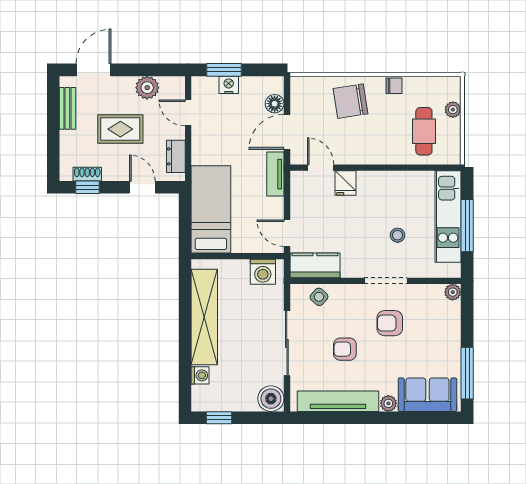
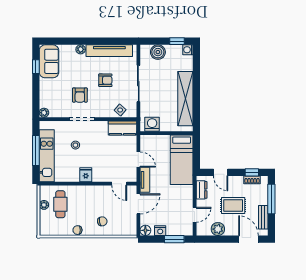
door: (94, 70) -> (248, 239), swing flipped
nightstand: (229, 85) -> (160, 231), moved
chair: (350, 101) -> (102, 221), width x0.54, depth x0.54
floor lamp: (275, 104) -> (145, 230), moved
plant: (453, 110) -> (44, 205), moved
door: (188, 113) -> (195, 215), hinge flipped
window: (53, 141) -> (271, 199), added
fridge: (346, 183) -> (86, 175), moved
door: (287, 233) -> (138, 159), moved
armchair: (390, 323) -> (80, 95), turned 90
window: (467, 373) -> (36, 67), width x0.46
washing machine: (200, 375) -> (188, 50), moved
sofa: (427, 395) -> (49, 61), moved, turned -90
boiler: (271, 399) -> (158, 52), moved

